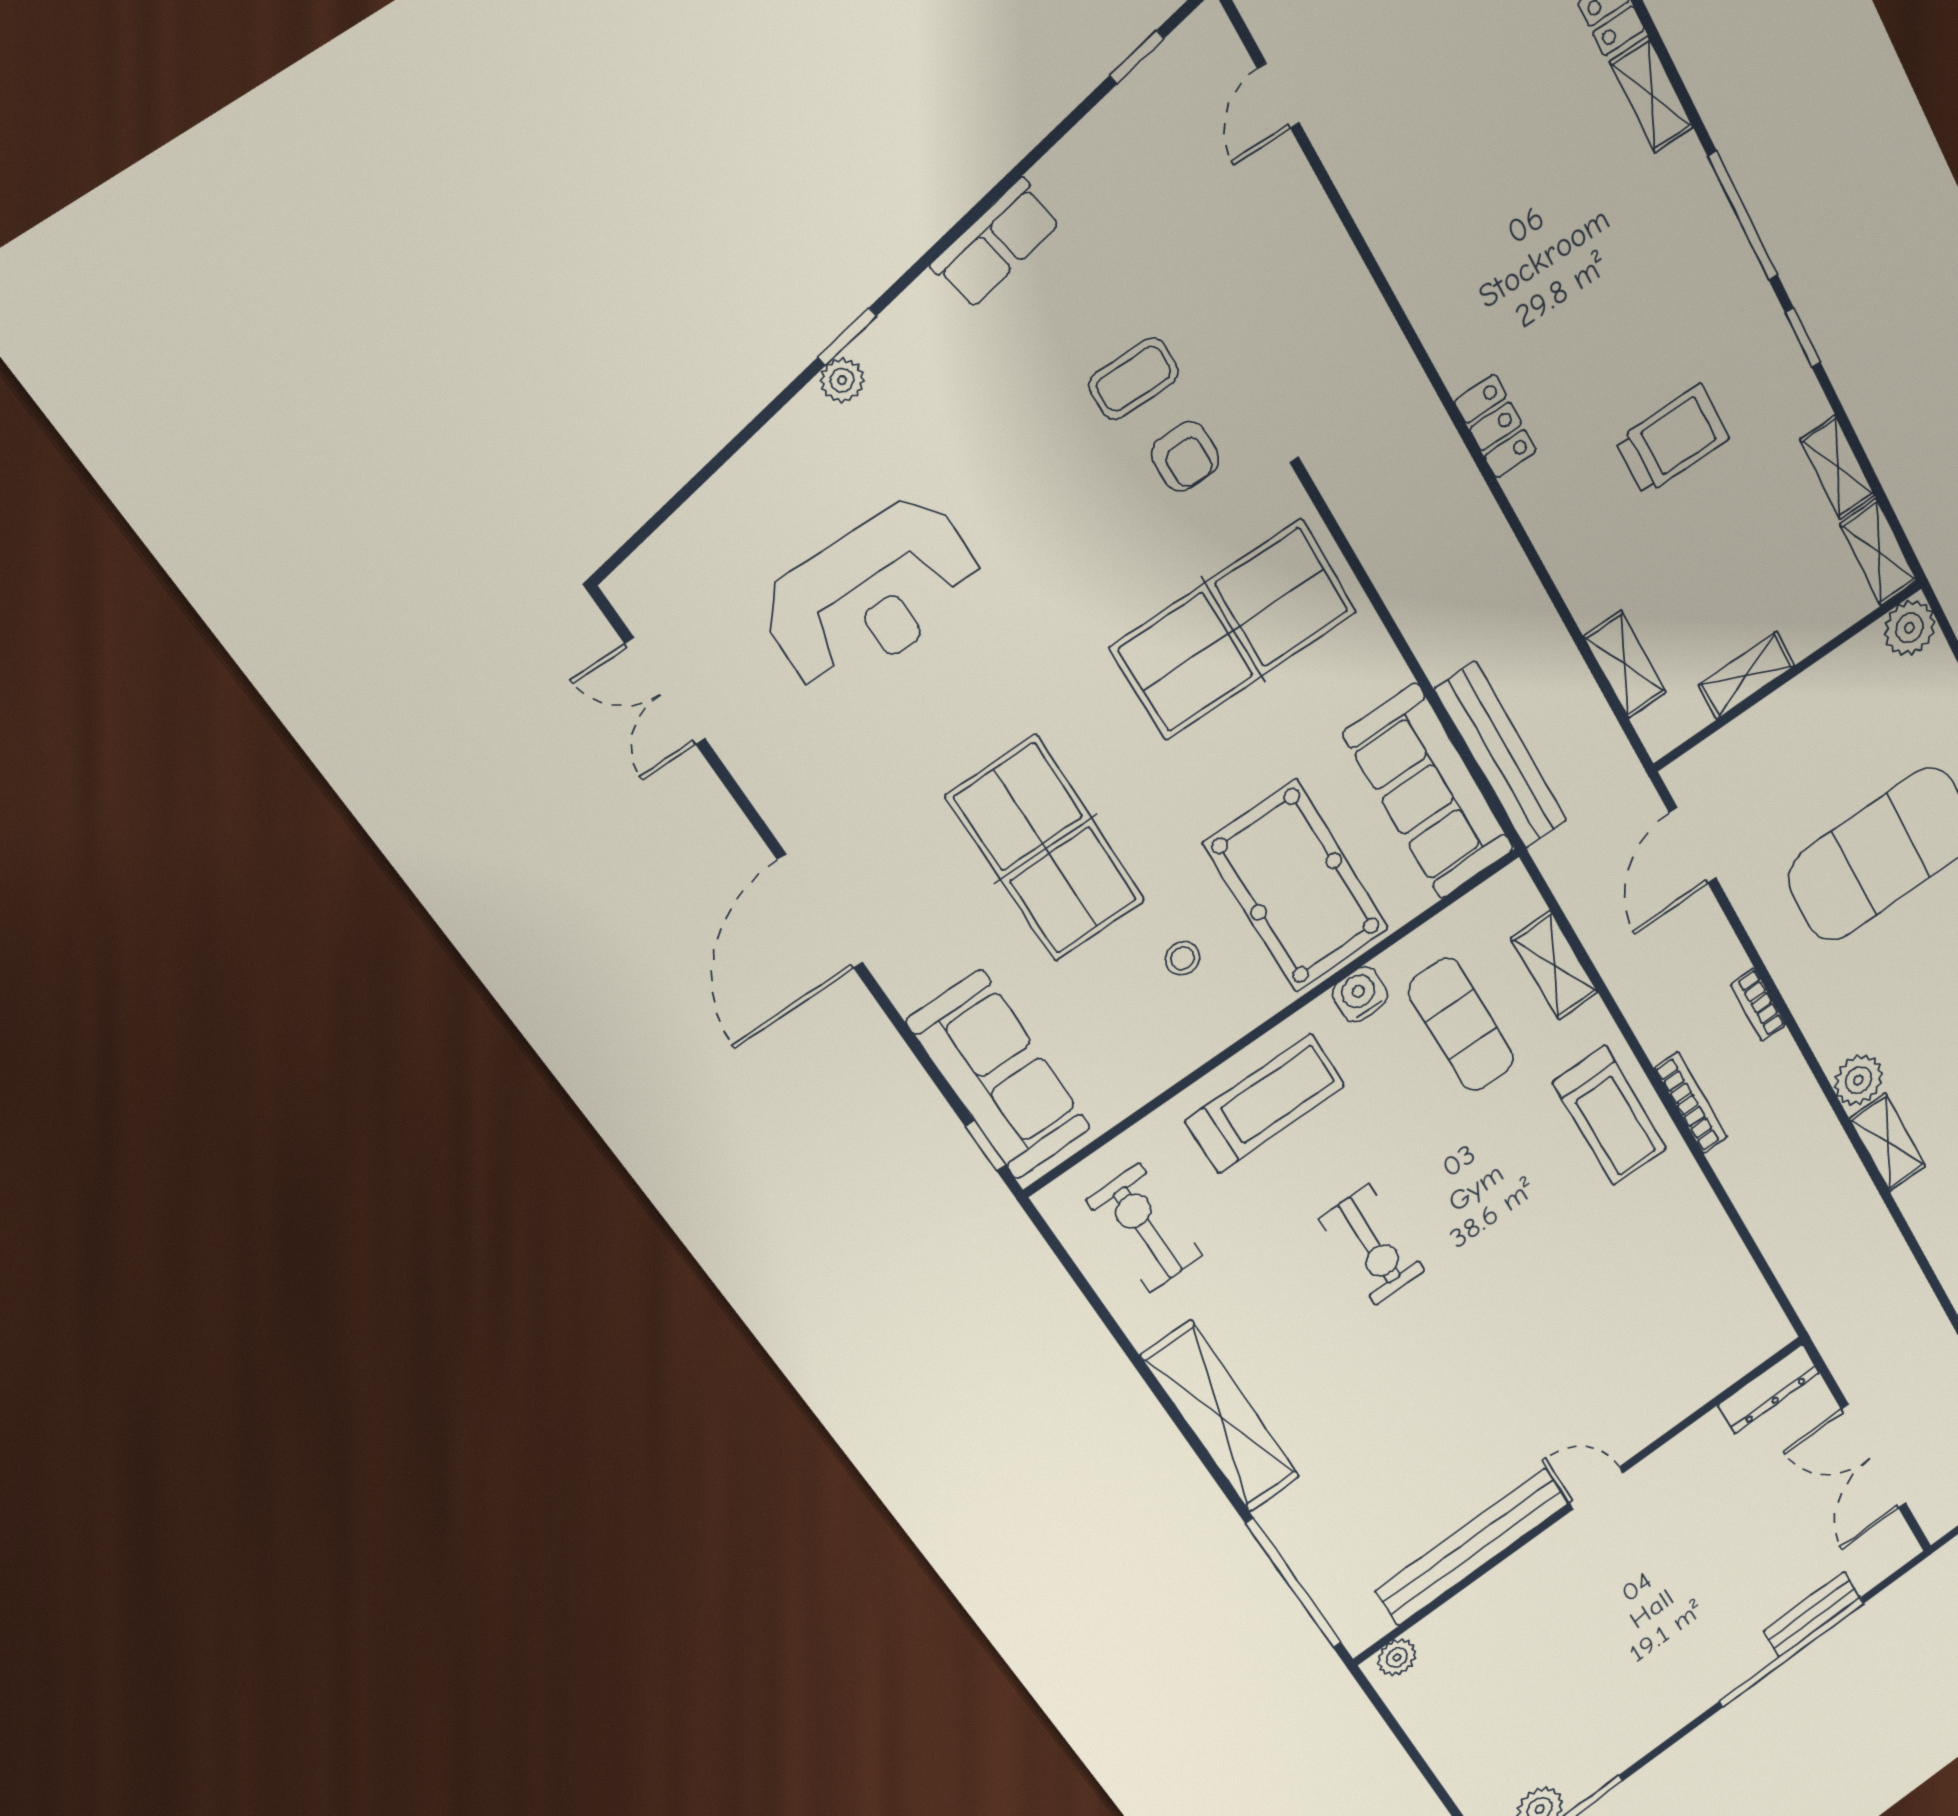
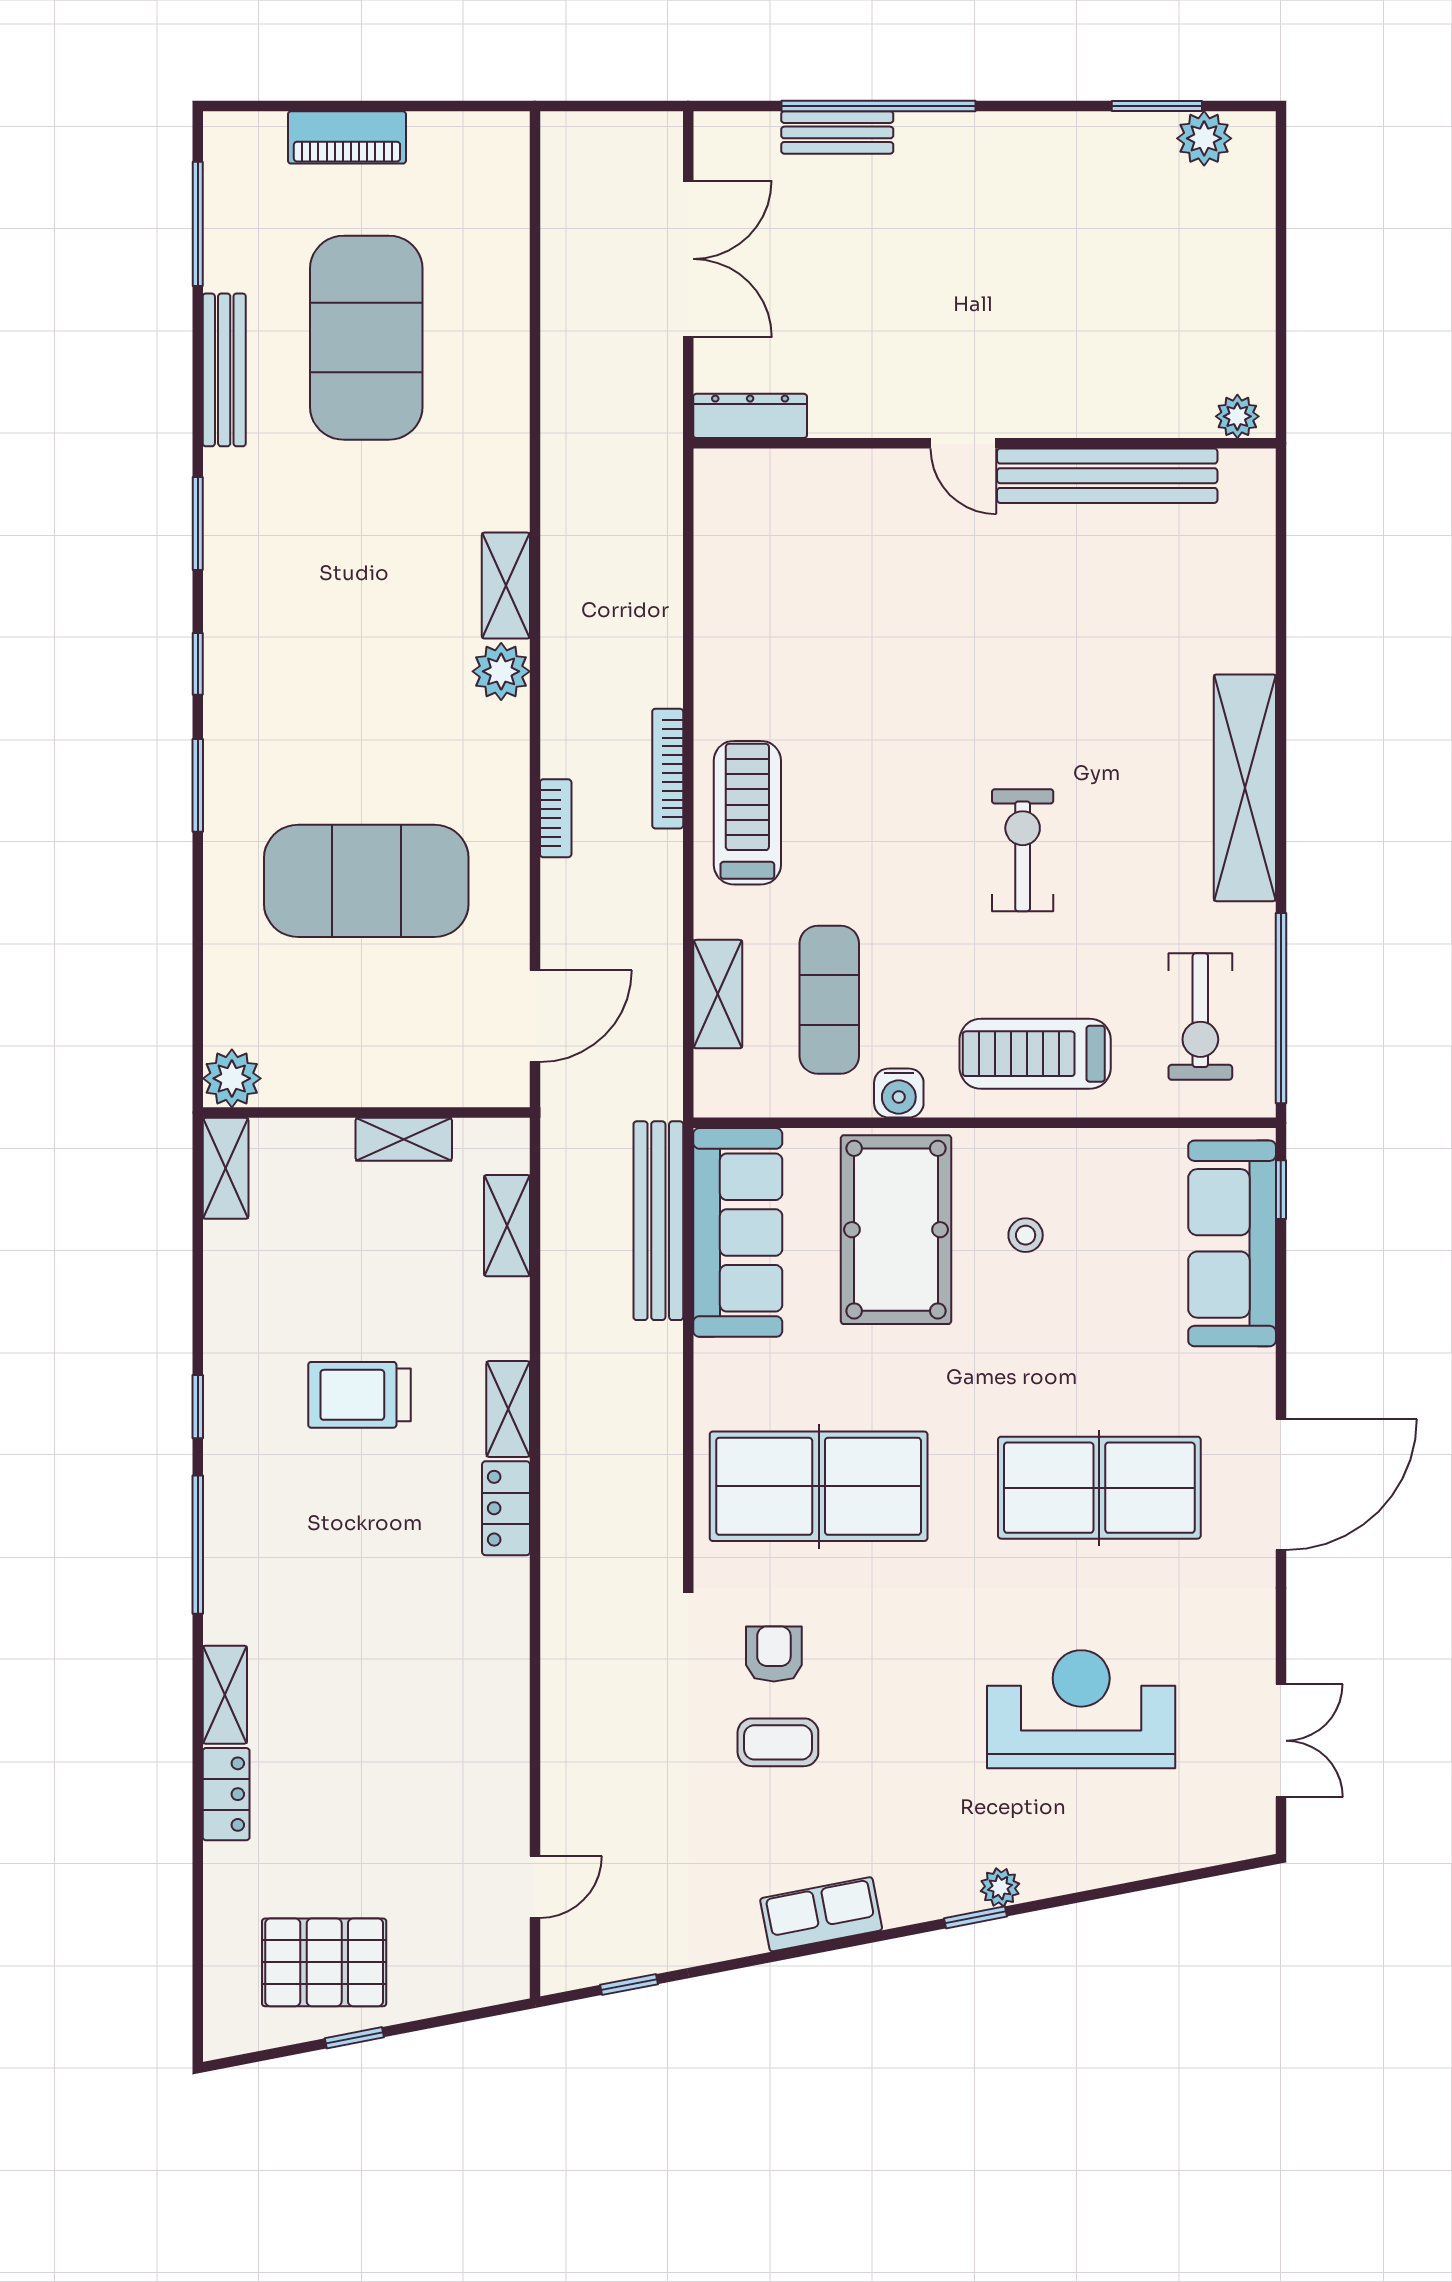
shelving: (1838, 467) -> (508, 1409), moved
table tennis table: (1046, 849) -> (1099, 1488), moved, turned 90
window: (1294, 1584) -> (1281, 1008), moved

